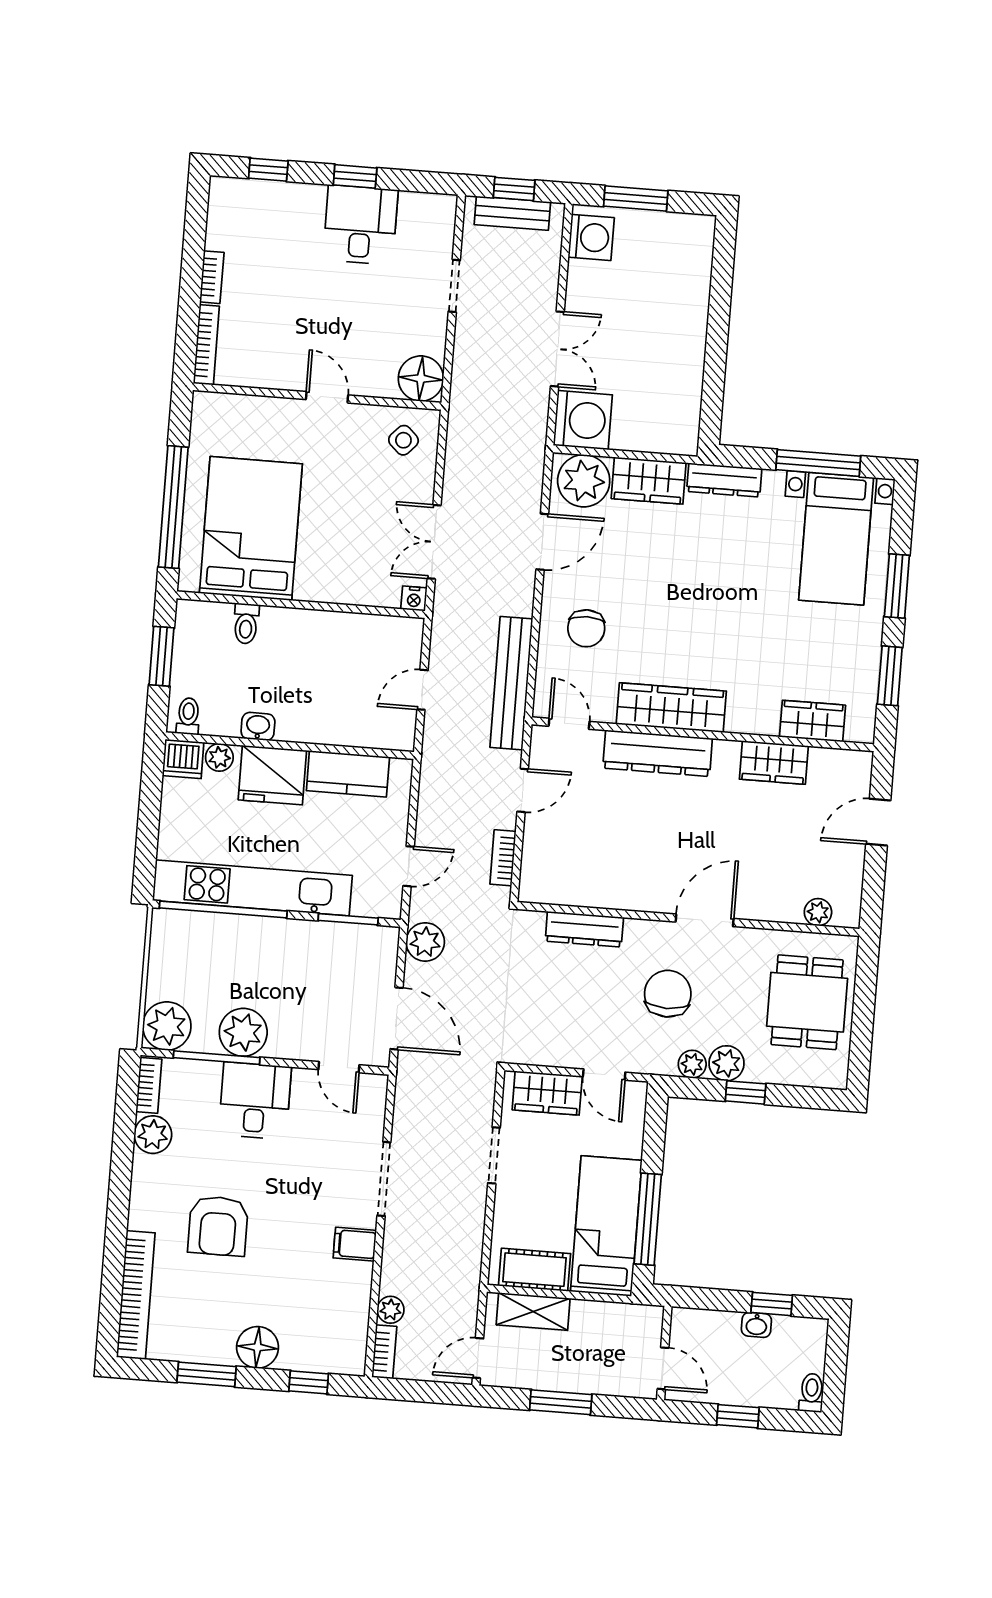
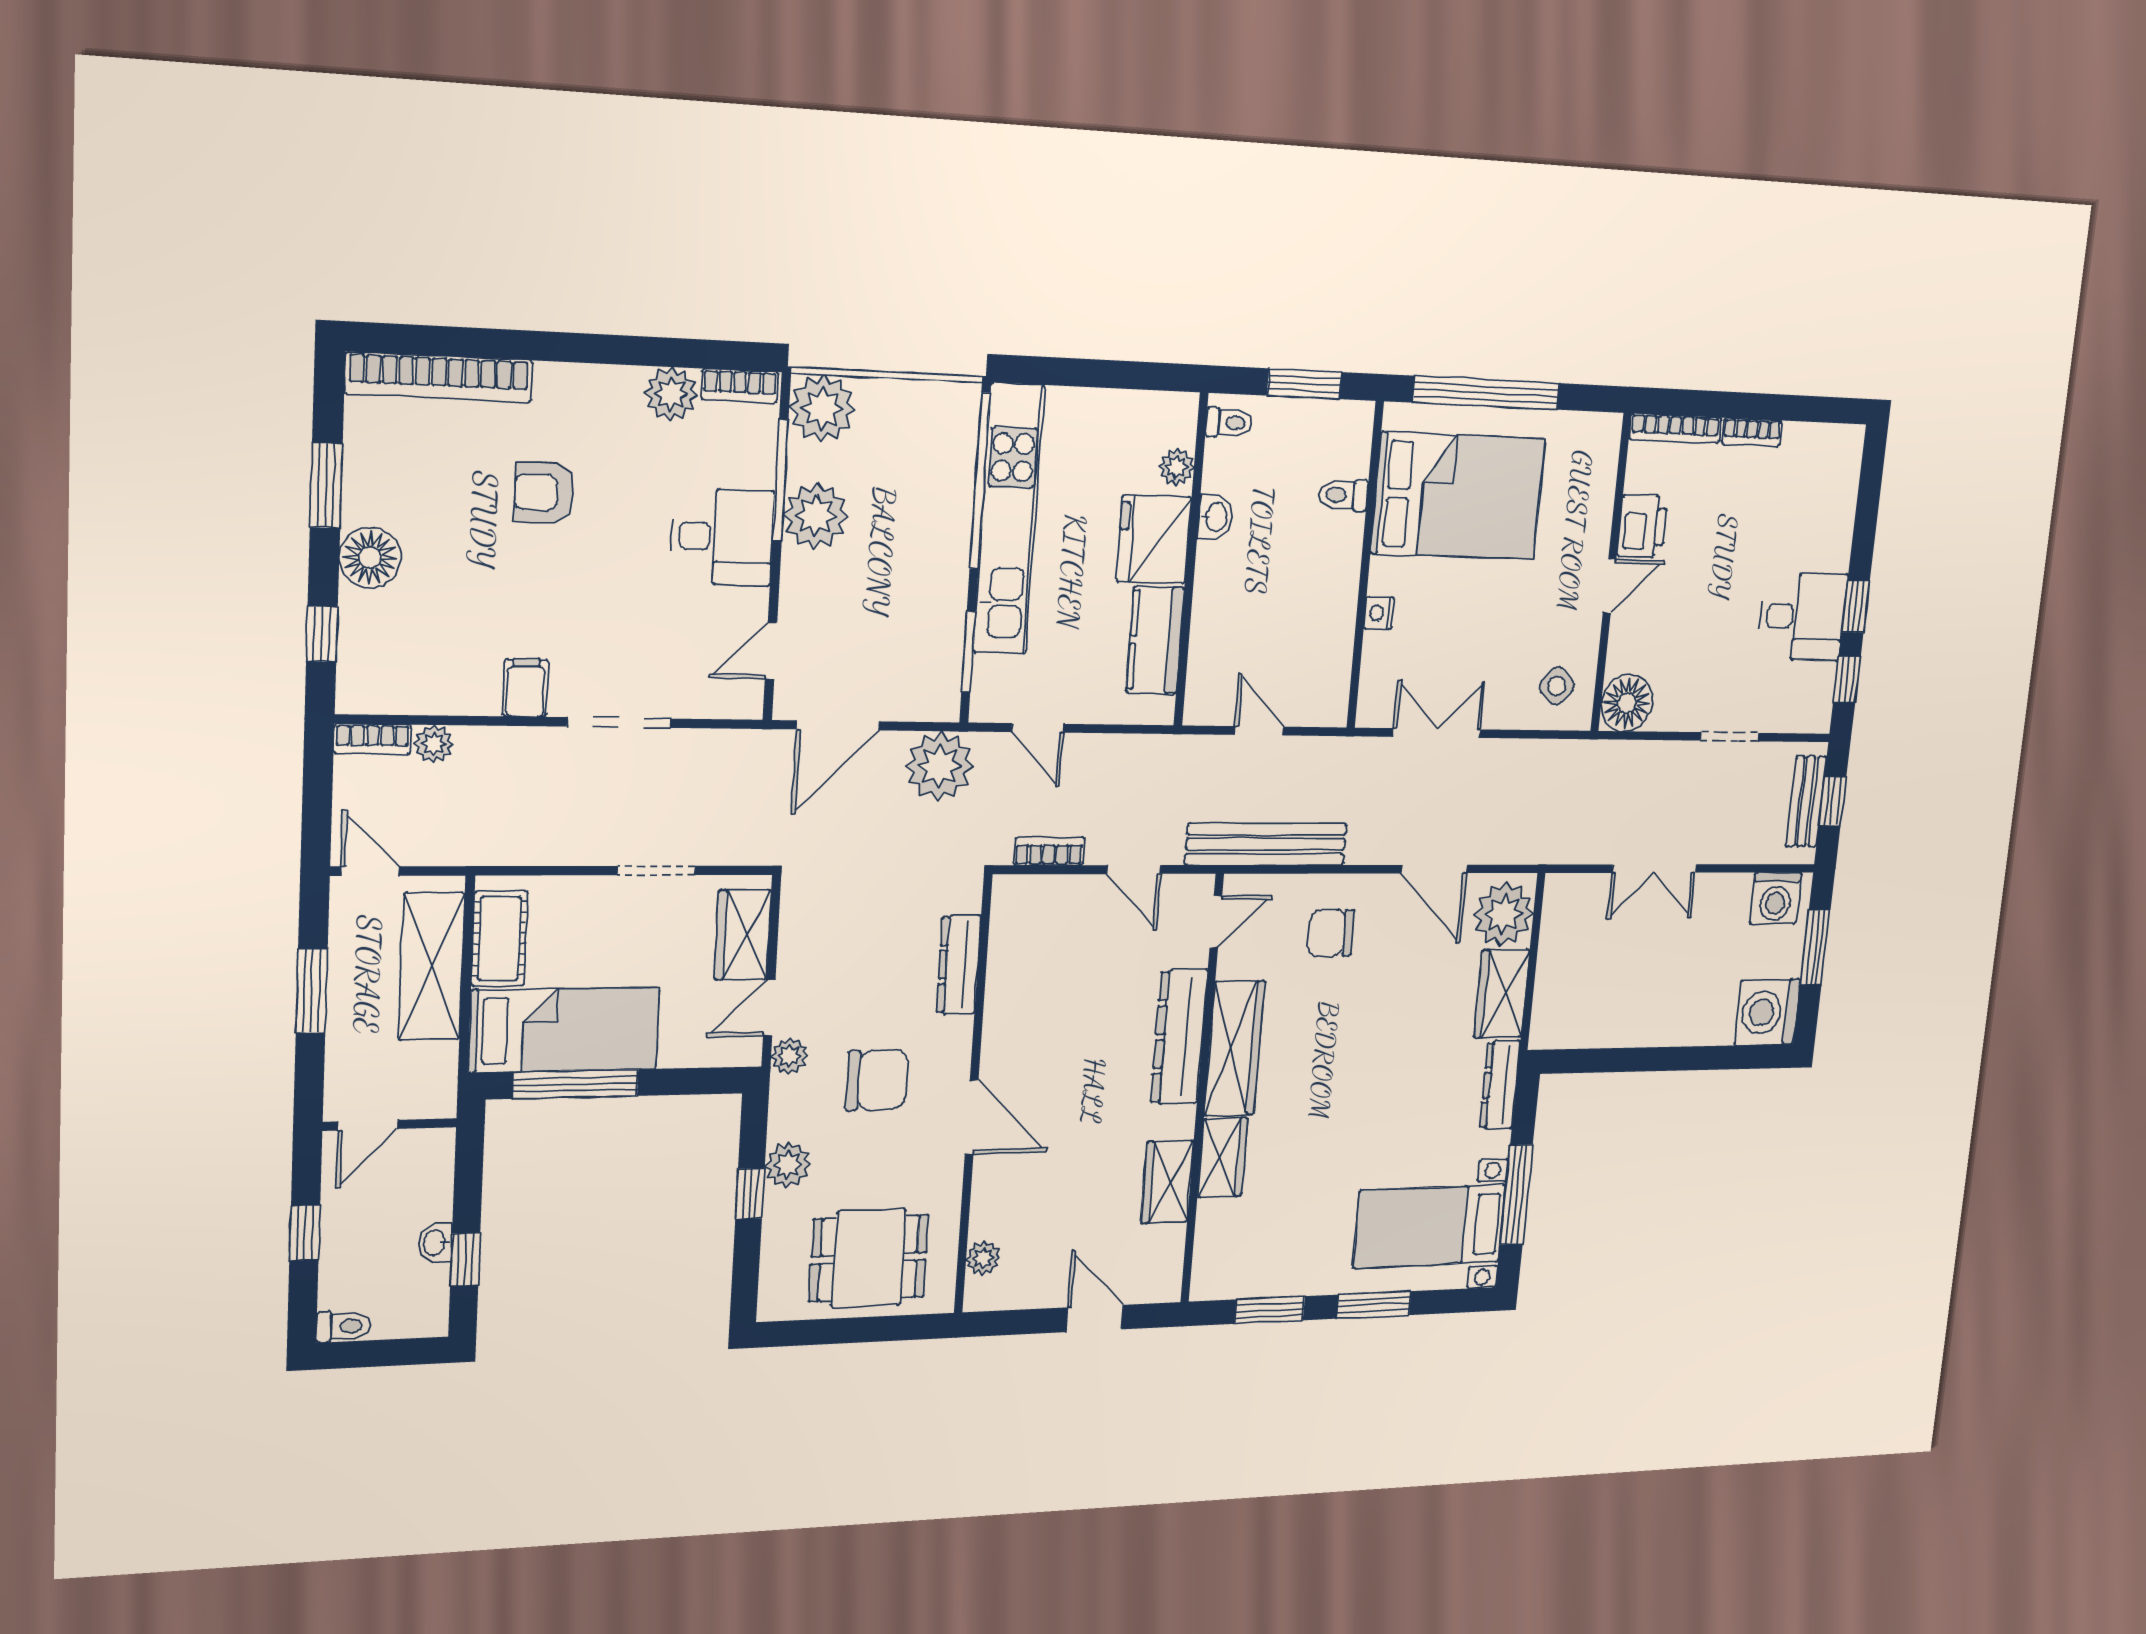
window: (268, 170) -> (1847, 680), moved
printer: (281, 370) -> (1643, 526), added
washing machine: (583, 420) -> (1767, 1012), moved, turned 90
nightstand: (414, 599) -> (1379, 613), moved
wardrobe: (812, 721) -> (1222, 1158), moved
dishwasher: (183, 759) -> (1175, 418), removed
plant: (425, 942) -> (939, 766), width x1.36, depth x1.36
plant: (692, 1064) -> (789, 1056), moved
armchair: (218, 1226) -> (544, 493), width x0.72, depth x0.72
shelving: (533, 1312) -> (432, 966), width x1.50, depth x1.33

